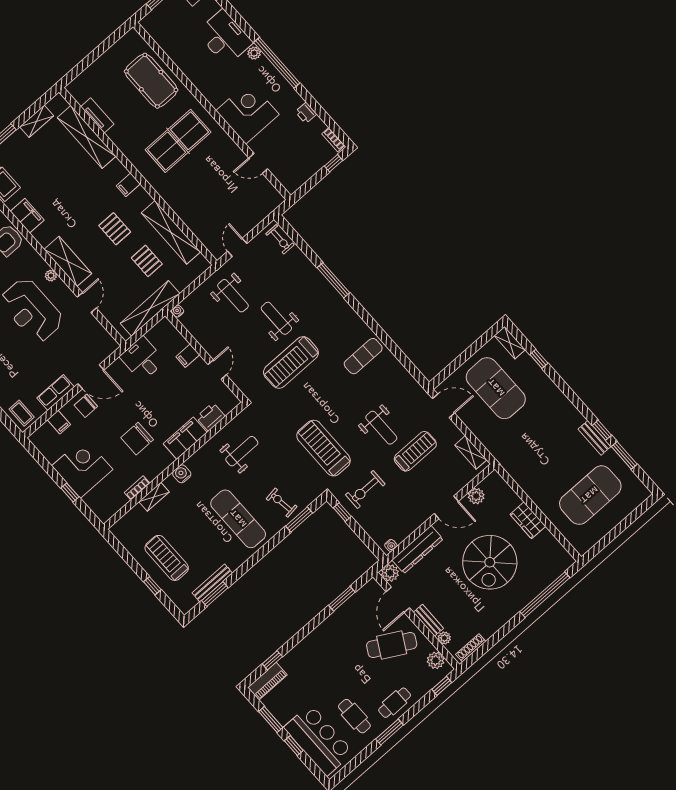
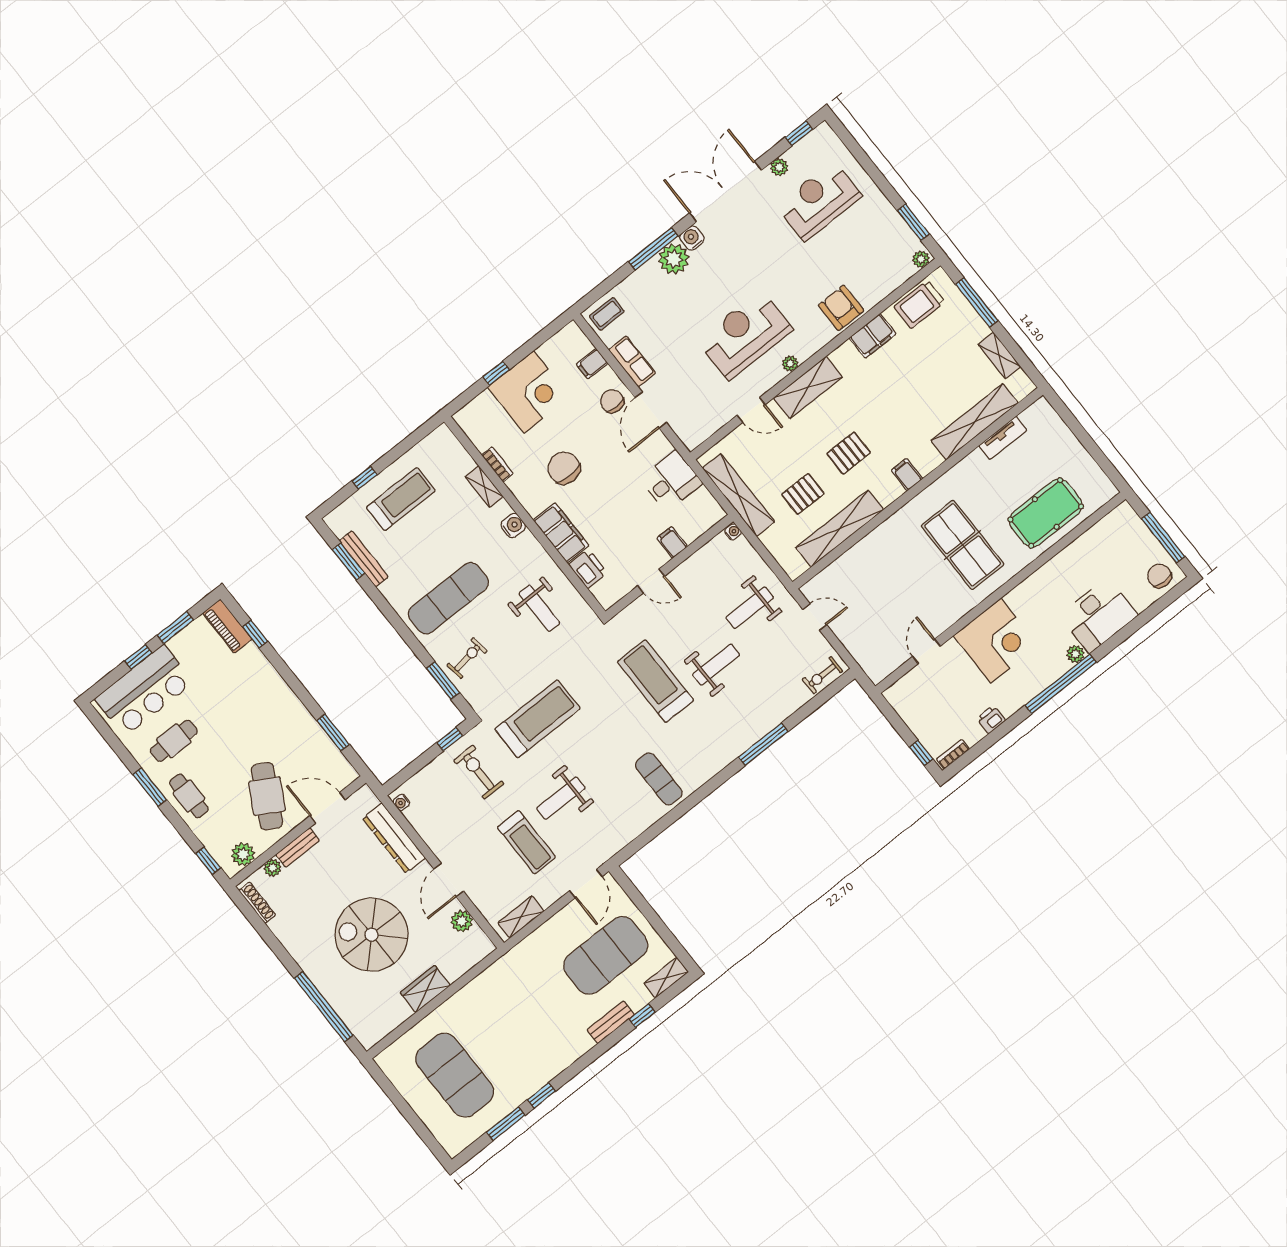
bench: (594, 438) -> (611, 1022), moved
plant: (390, 573) -> (364, 799), removed

